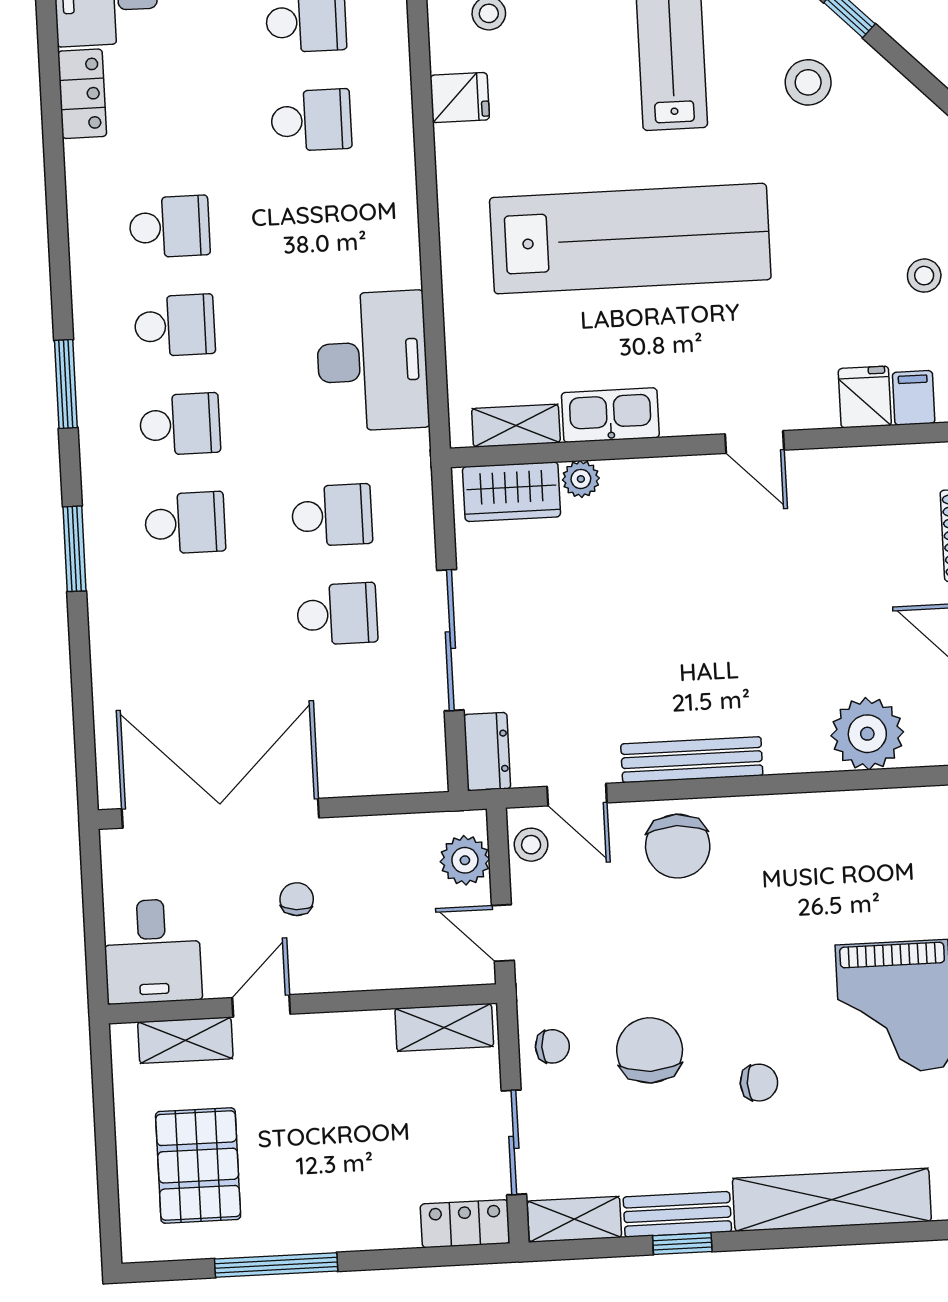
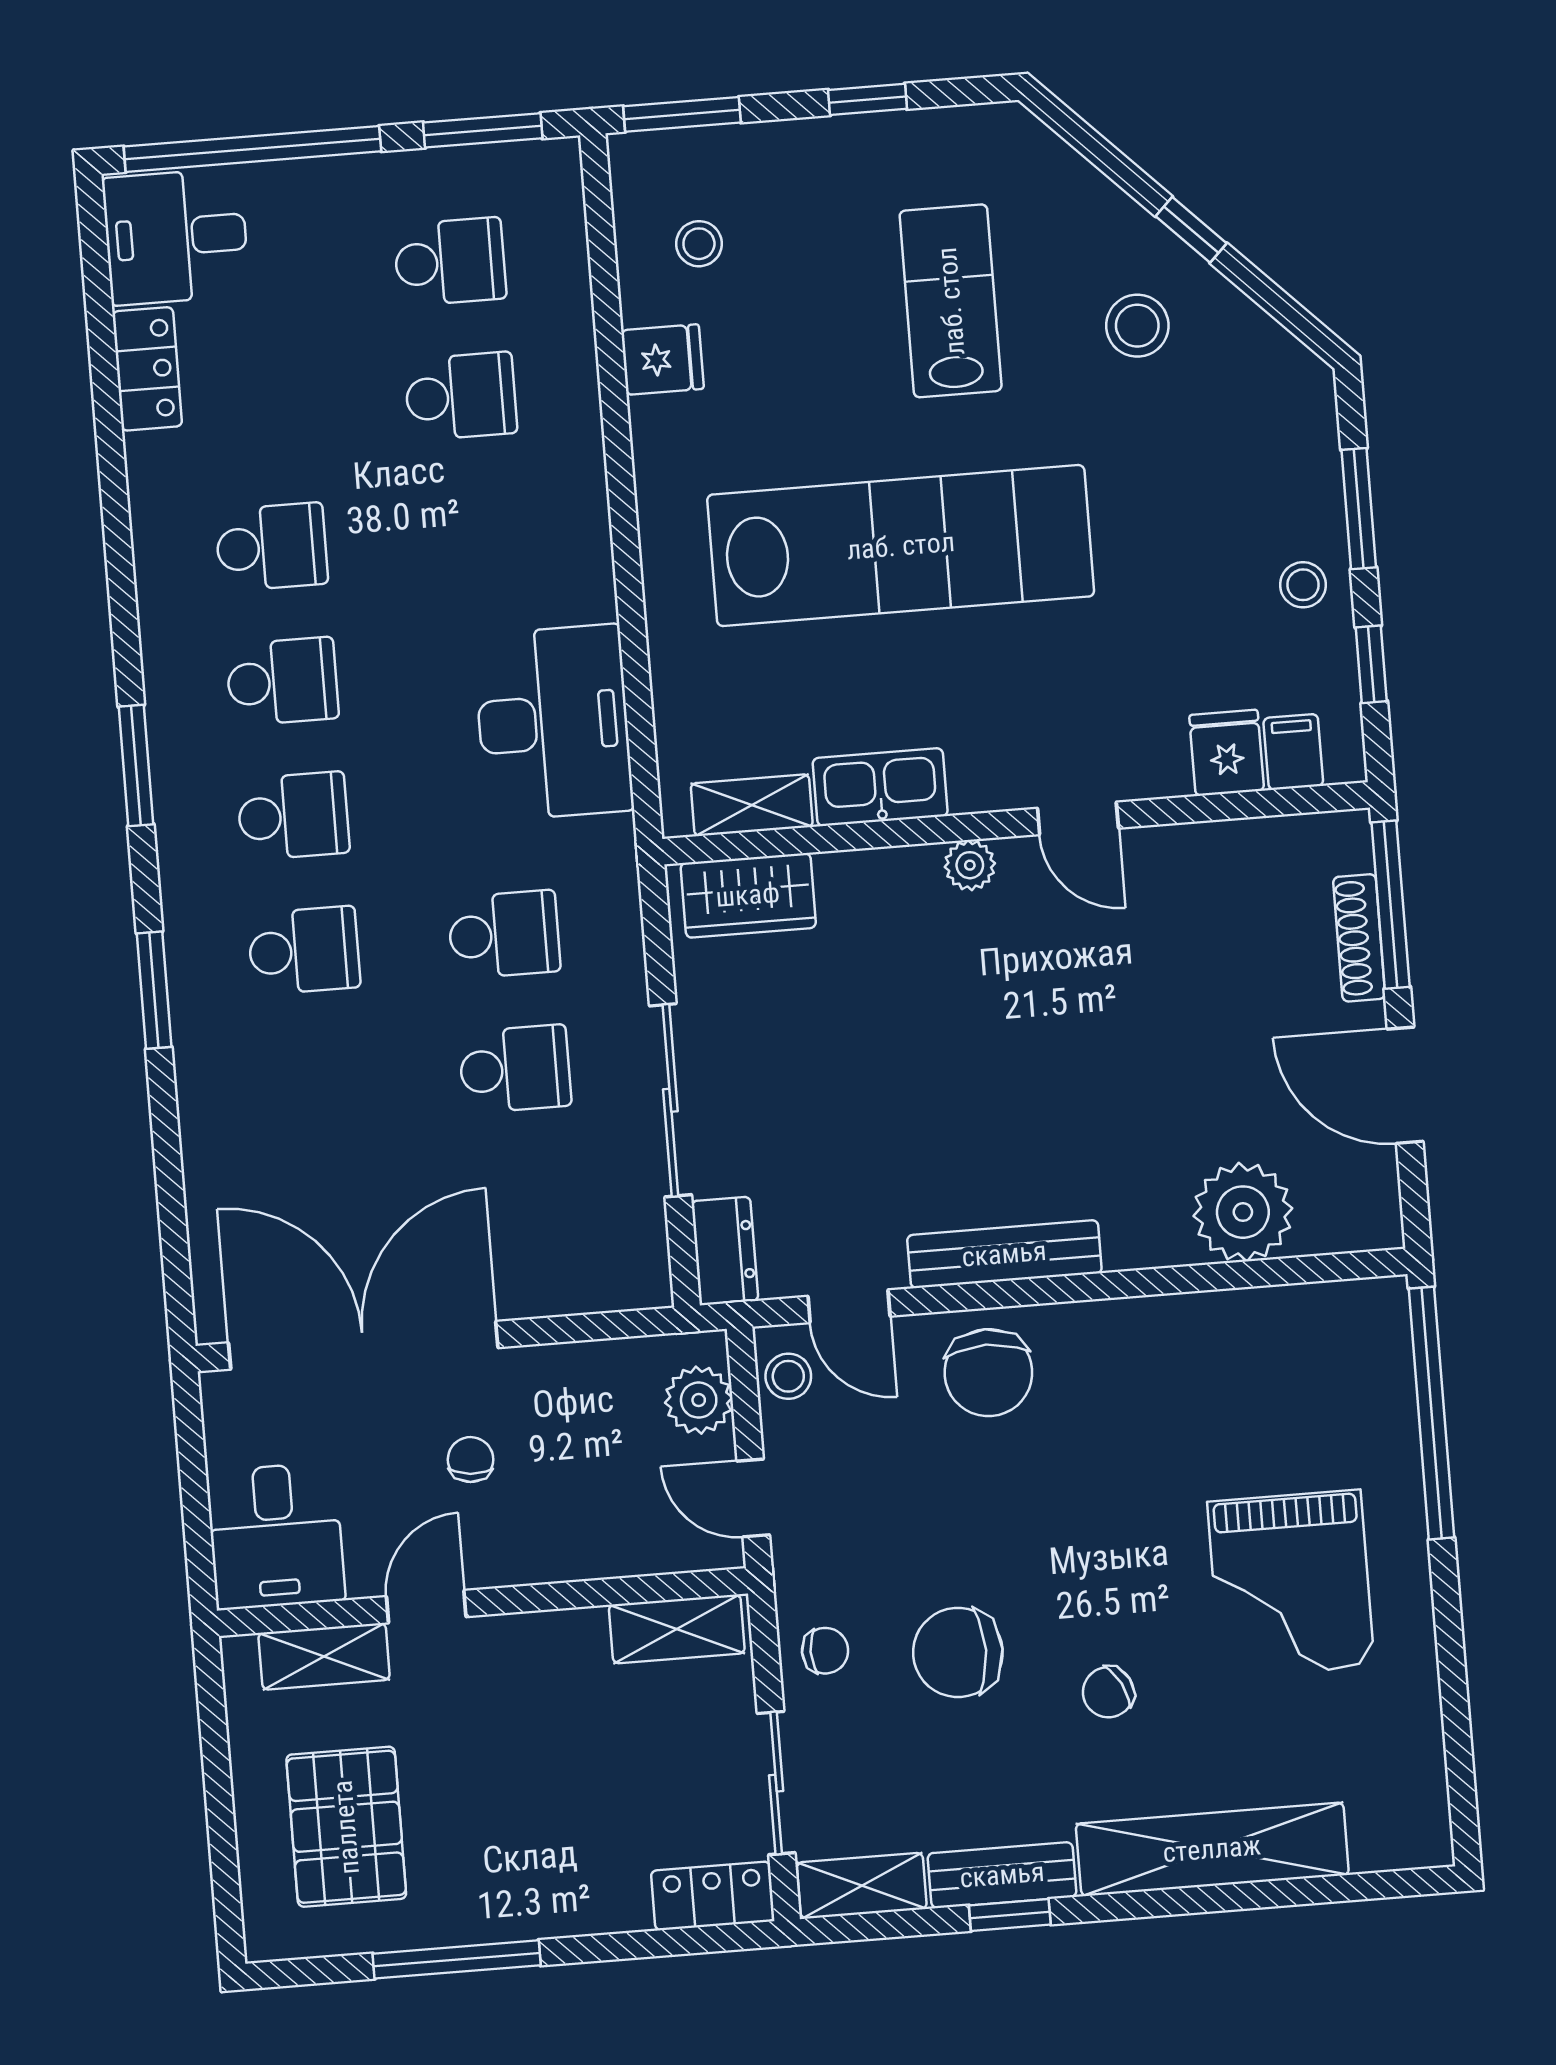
plant: (581, 479) -> (970, 865), moved
chair: (650, 1050) -> (958, 1652), turned -90
chair: (759, 1083) -> (1108, 1692), turned 152

